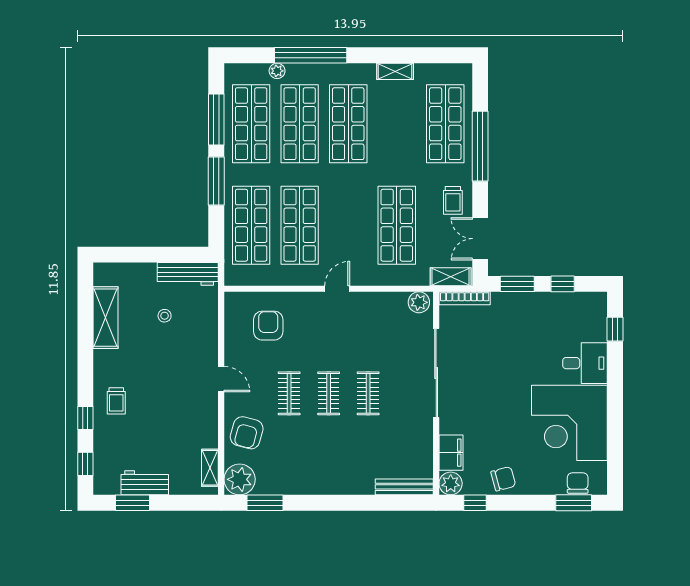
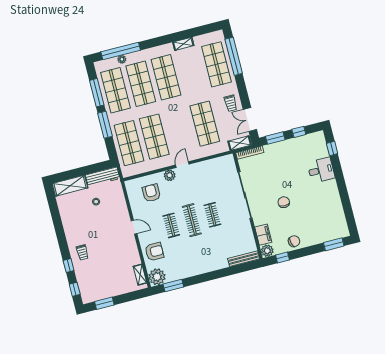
window: (311, 55) -> (121, 51), moved
window: (480, 146) -> (234, 56), moved
plant: (419, 302) -> (170, 175), moved
shelving: (106, 318) -> (70, 186), moved, turned 90
clothes rail: (329, 393) -> (192, 220), width x1.36
corner desk: (569, 423) -> (321, 203), removed
armchair: (247, 433) -> (154, 252), turned -105
workbench: (145, 483) -> (108, 291), removed
chair: (578, 483) -> (284, 202), moved

